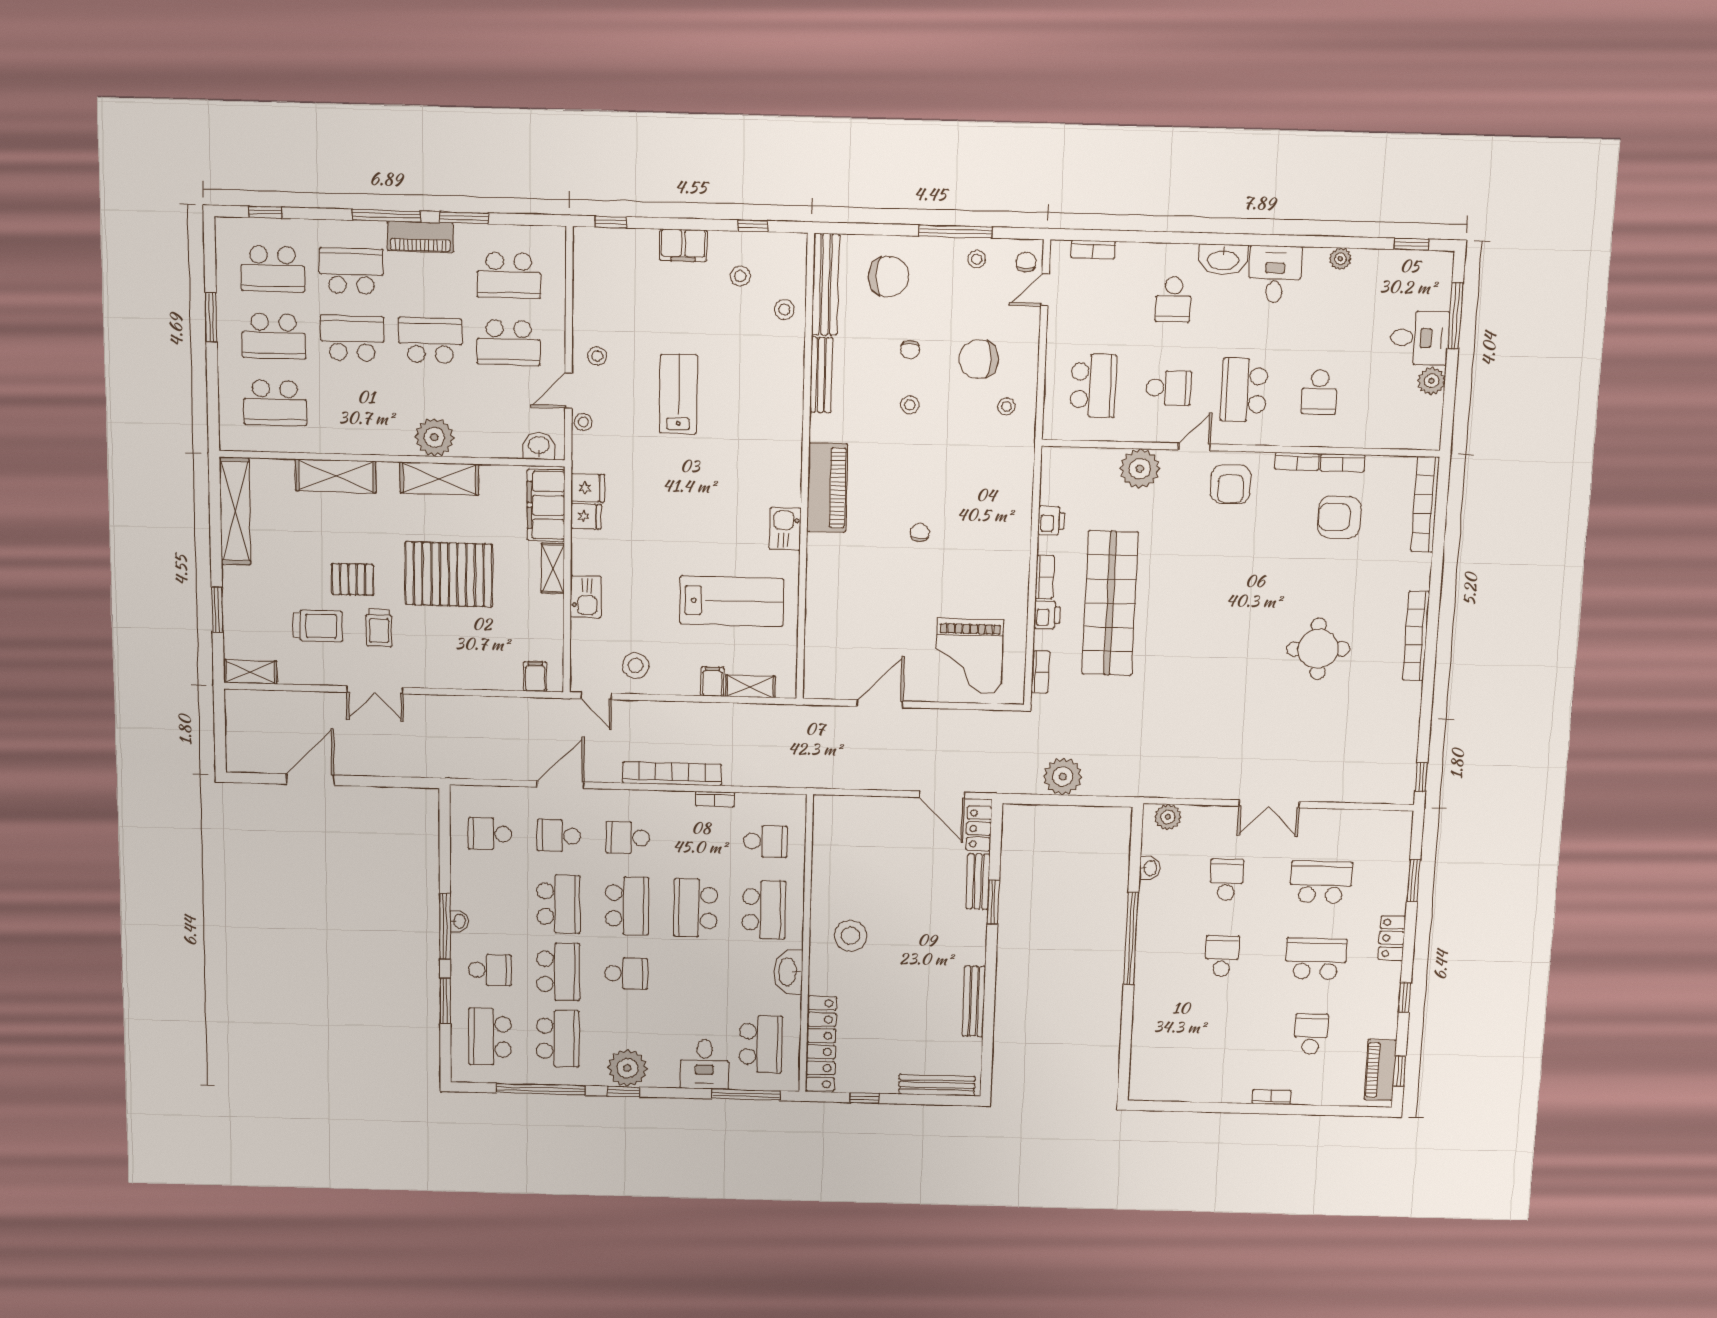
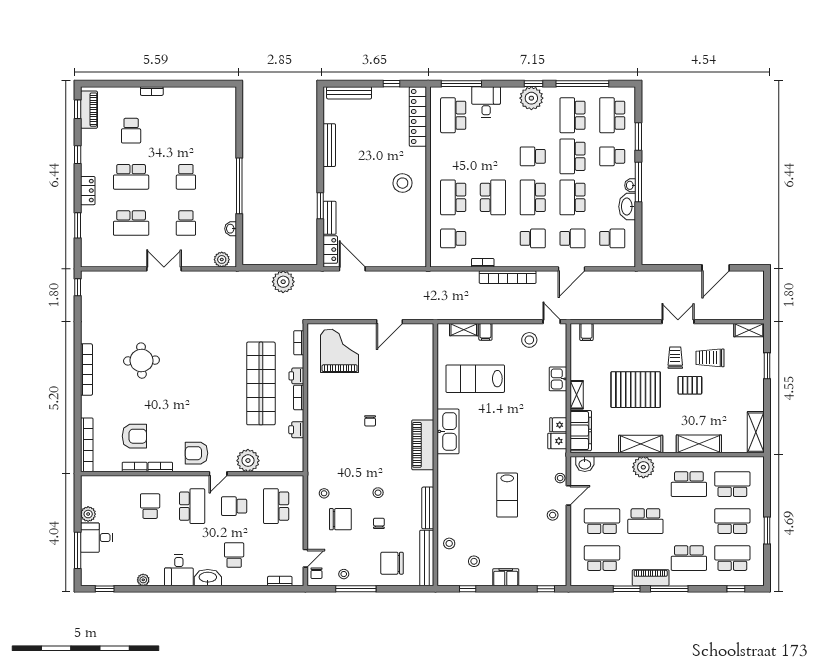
school desk: (352, 338) -> (689, 484), moved
armchair: (1231, 484) -> (196, 453), turned -90
shelving: (235, 511) -> (756, 432), width x0.68
kitchen sink: (785, 529) -> (448, 431), width x1.88, depth x1.24
washbasin: (788, 972) -> (627, 207), moved, turned 180
school desk: (490, 1037) -> (612, 115), turned 180

